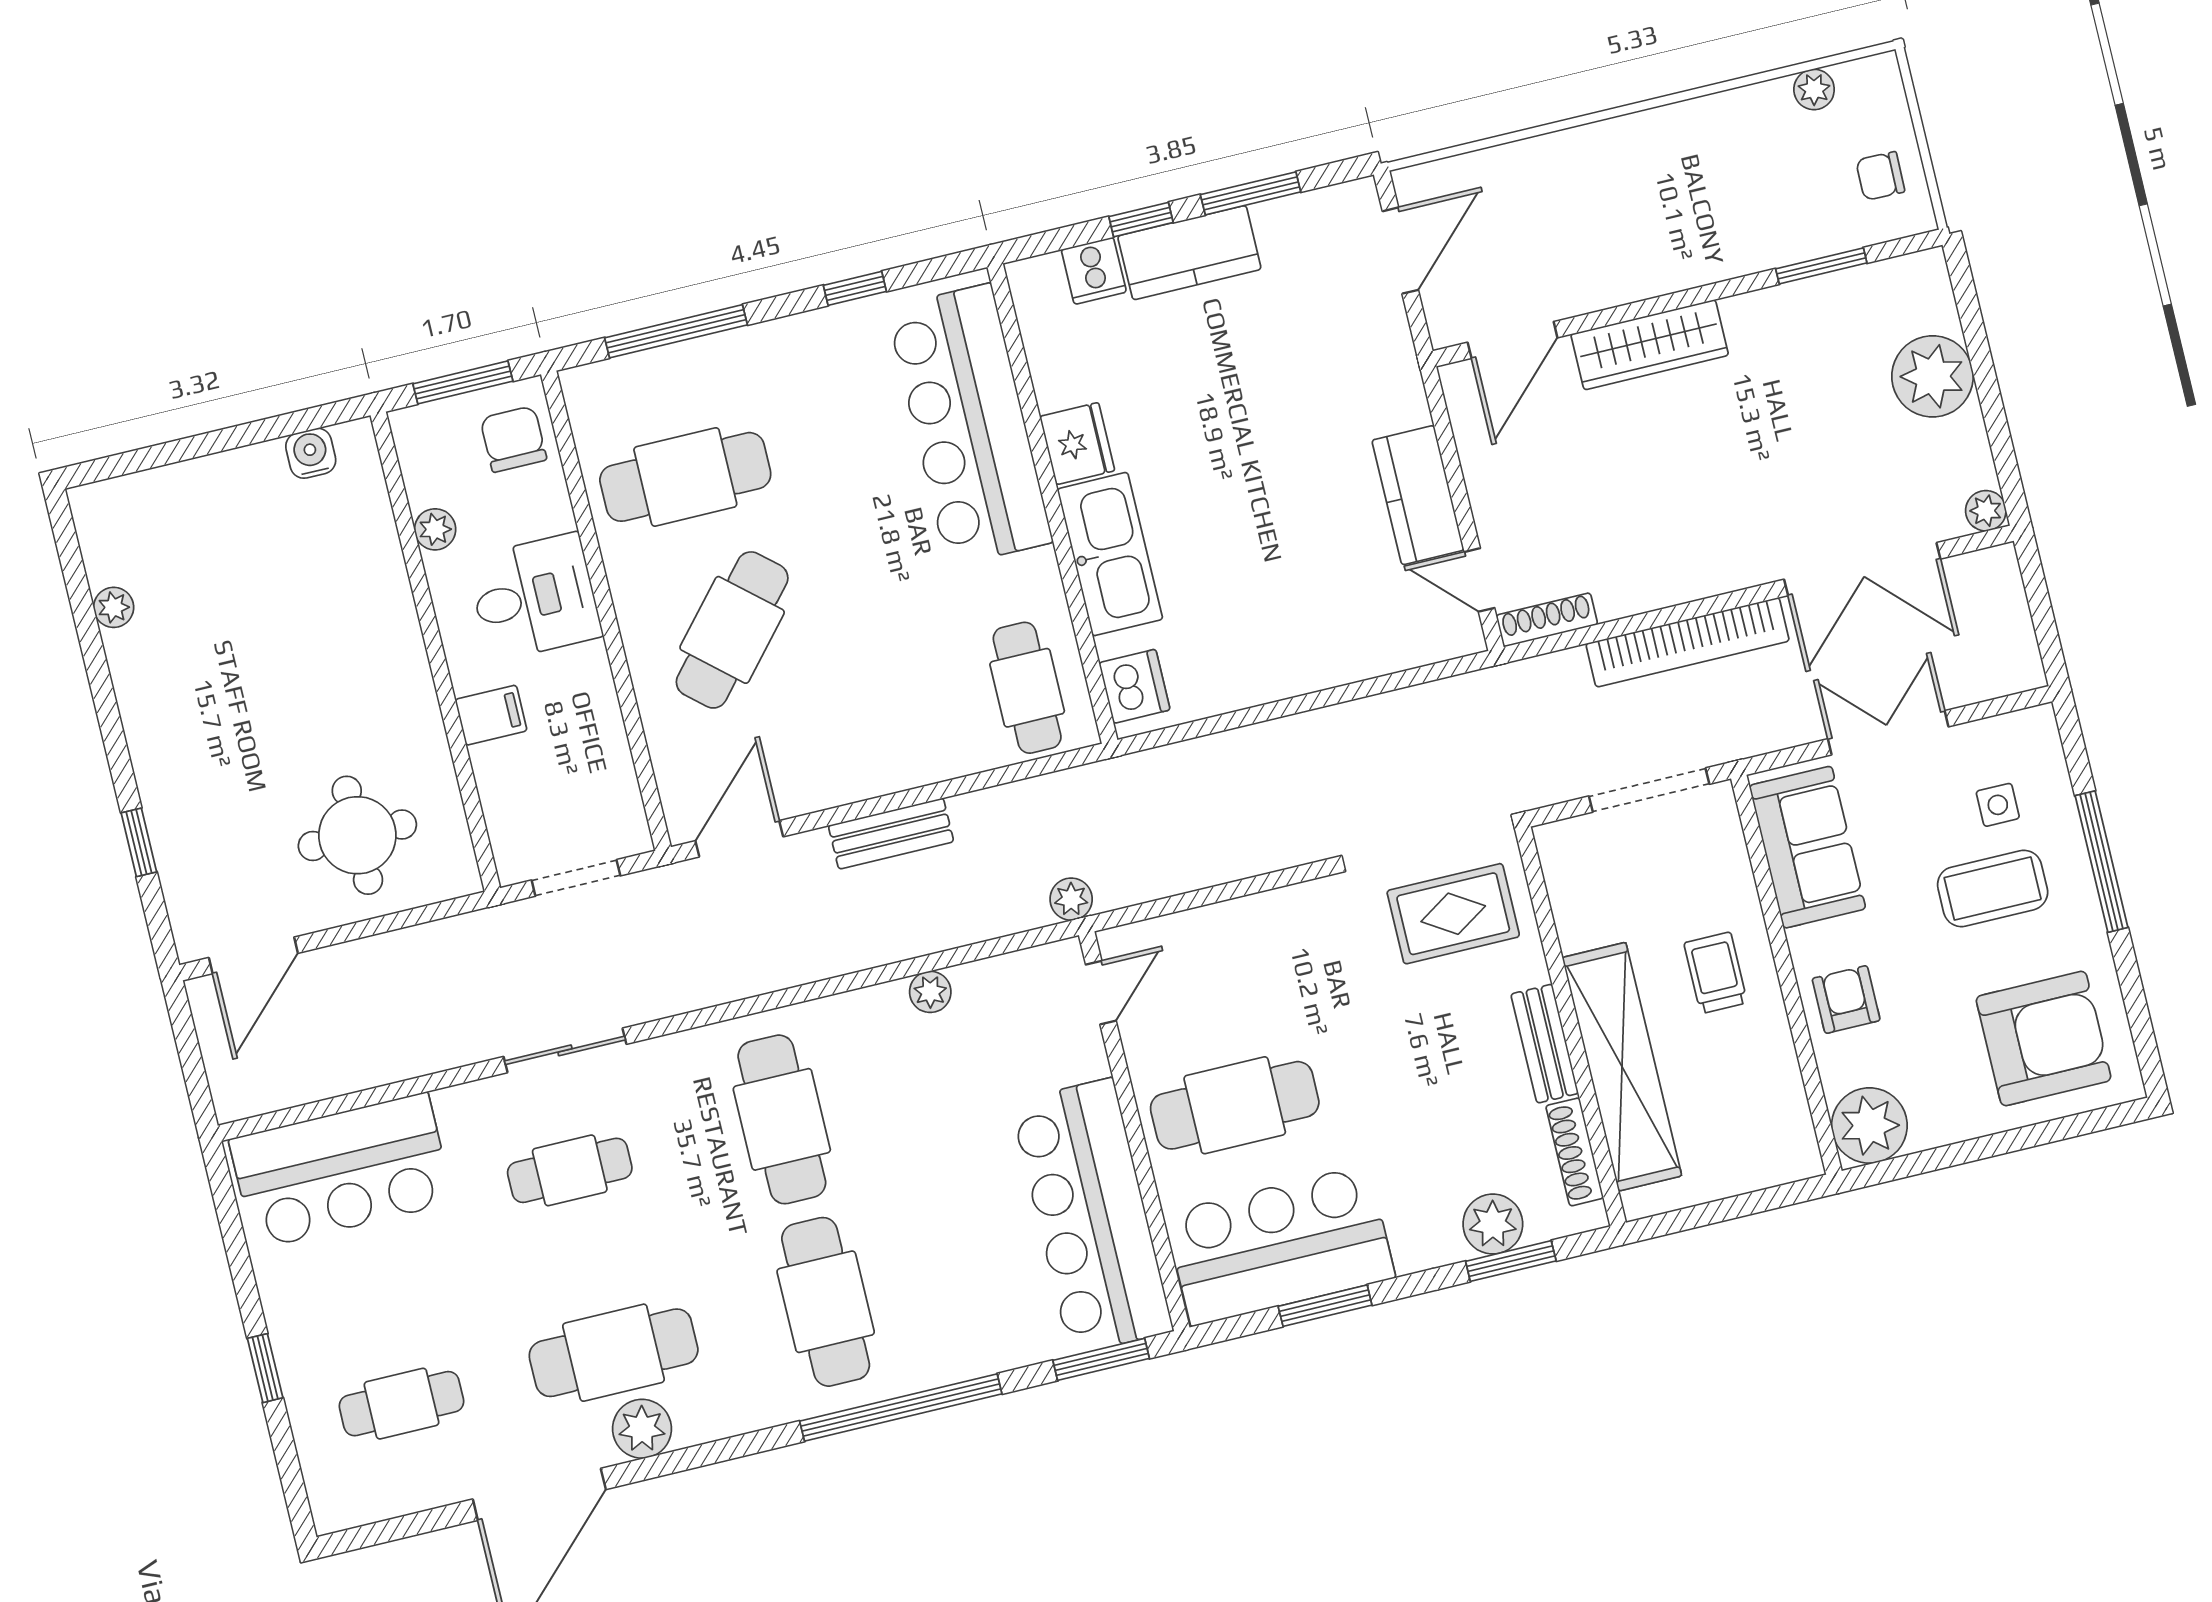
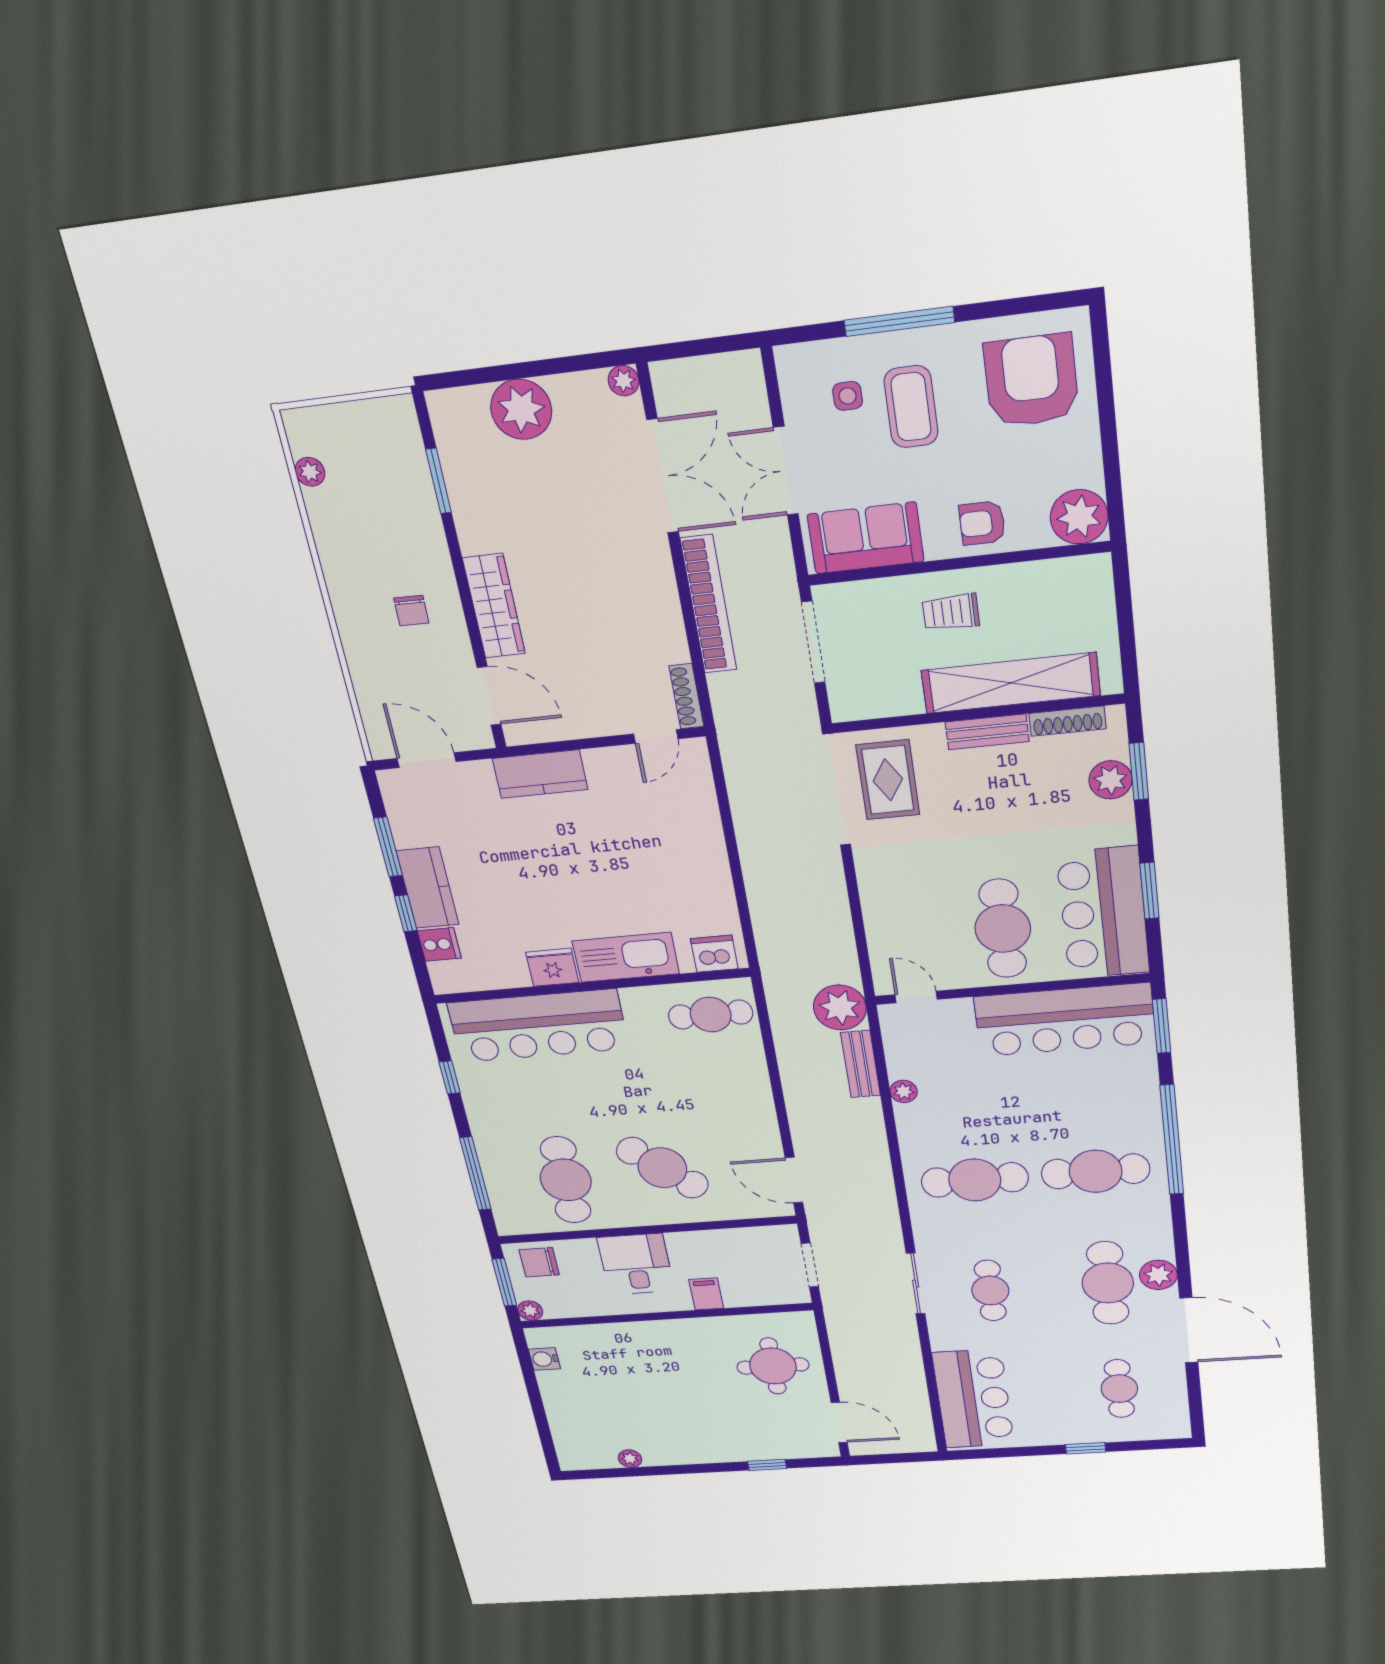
chair: (1880, 176) -> (411, 611), moved
kitchen counter: (1418, 495) -> (540, 774), moved
plant: (435, 529) -> (530, 1311), moved
bench: (891, 834) -> (861, 1064), moved
plant: (1071, 899) -> (840, 1007), width x1.88, depth x1.88

